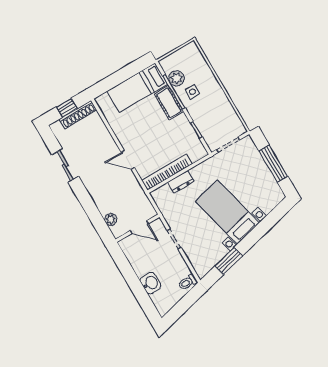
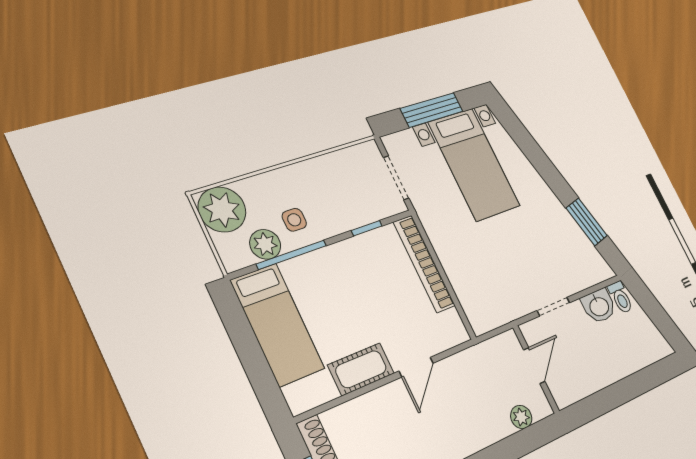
plant: (190, 56) -> (222, 209), added
cot: (169, 103) -> (361, 369), moved
bookcase: (167, 172) -> (424, 264), moved
dresser: (181, 182) -> (458, 276), removed
bed with nightstands: (227, 212) -> (474, 164), moved, turned -76
washbasin: (151, 283) -> (599, 306), moved, turned 180

